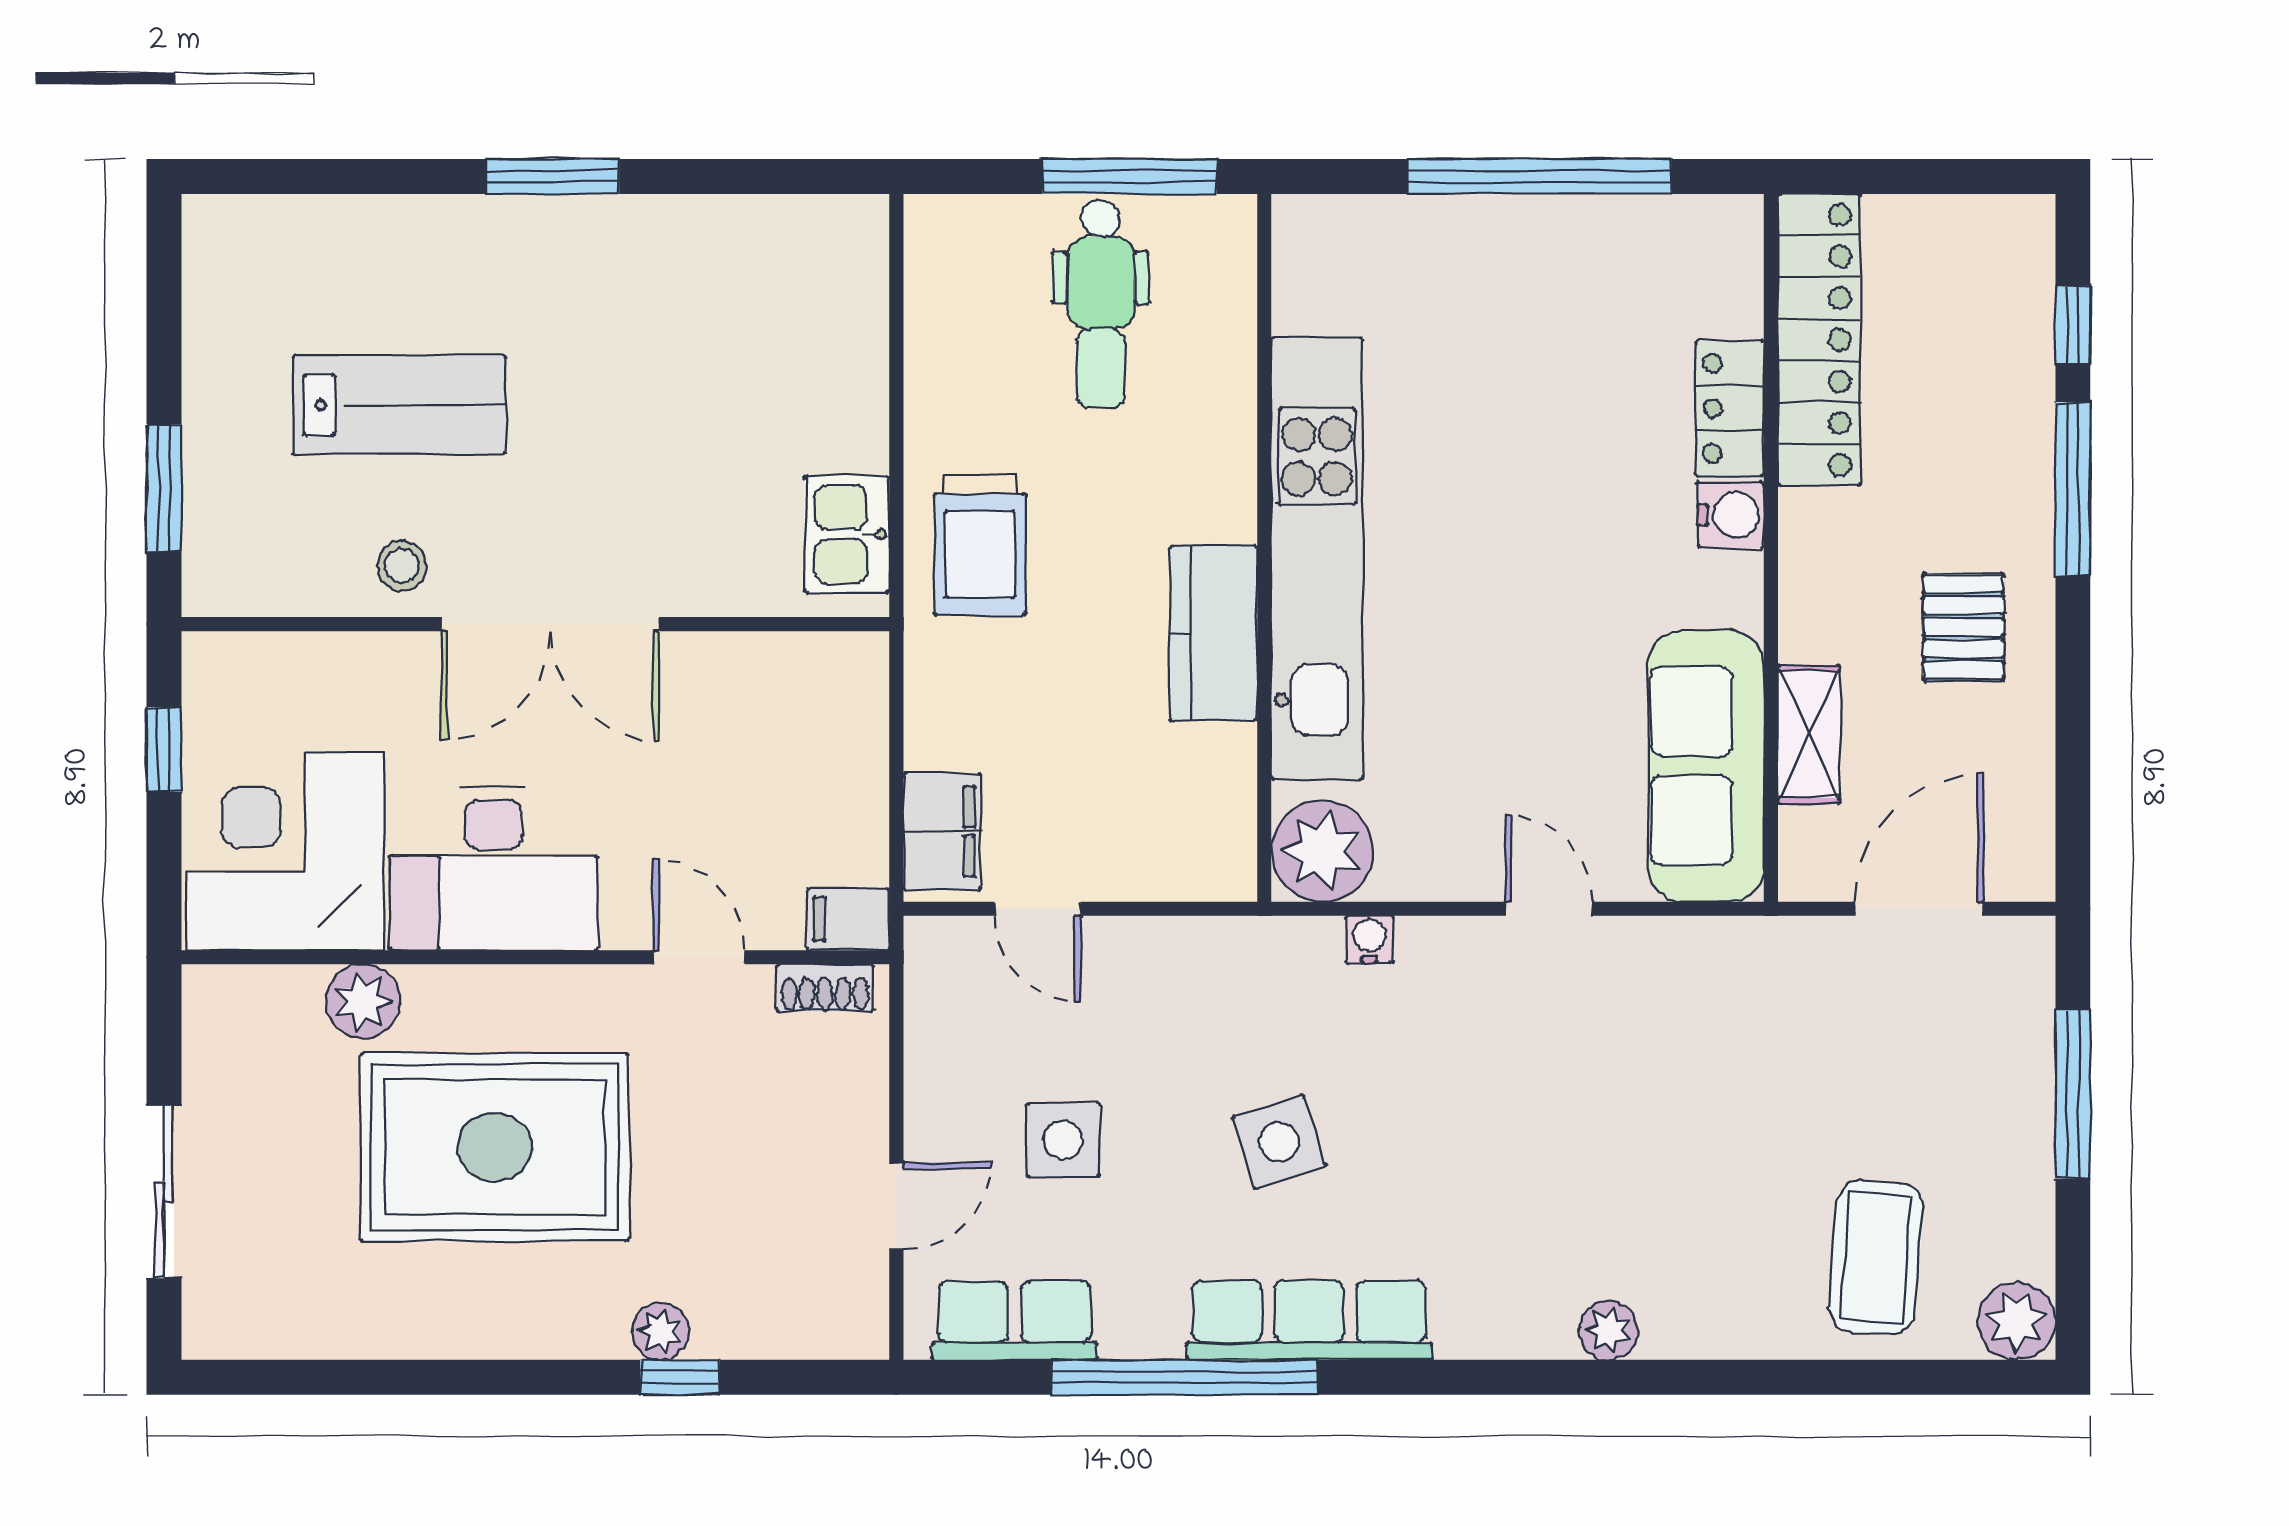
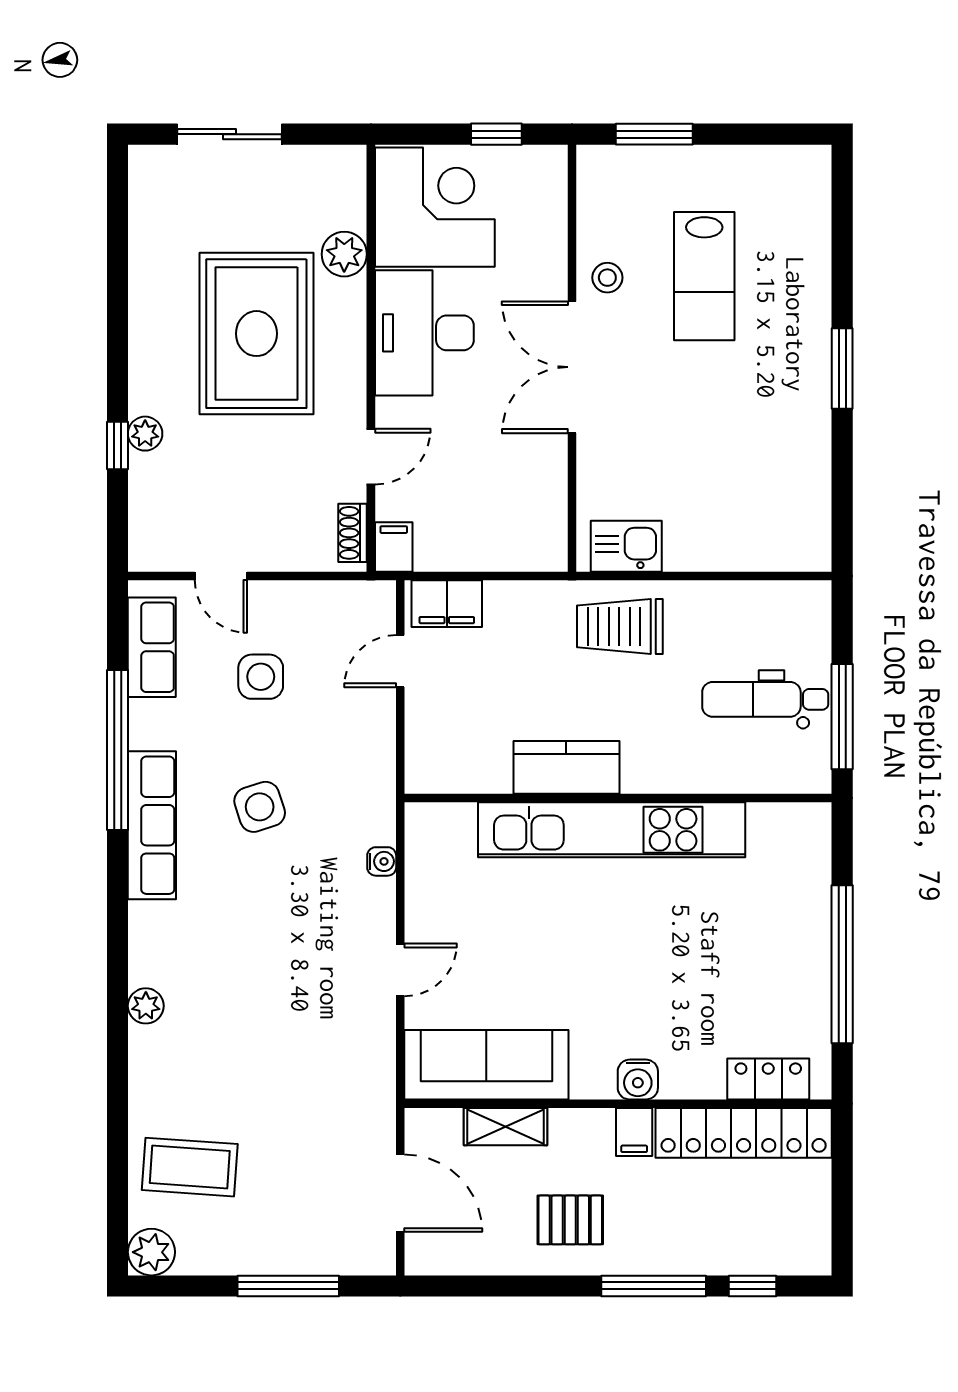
locker: (1730, 408) -> (768, 1079), moved
filing cabinet: (1818, 521) -> (634, 1132), added
plant: (1322, 851) -> (435, 833), removed

